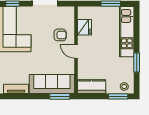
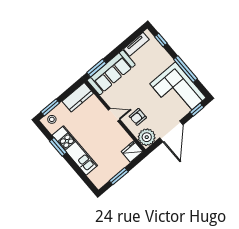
plant: (66, 15) -> (147, 137), added
fridge: (85, 27) -> (132, 152), moved, turned 90
kitchen unit: (127, 32) -> (75, 150), moved

